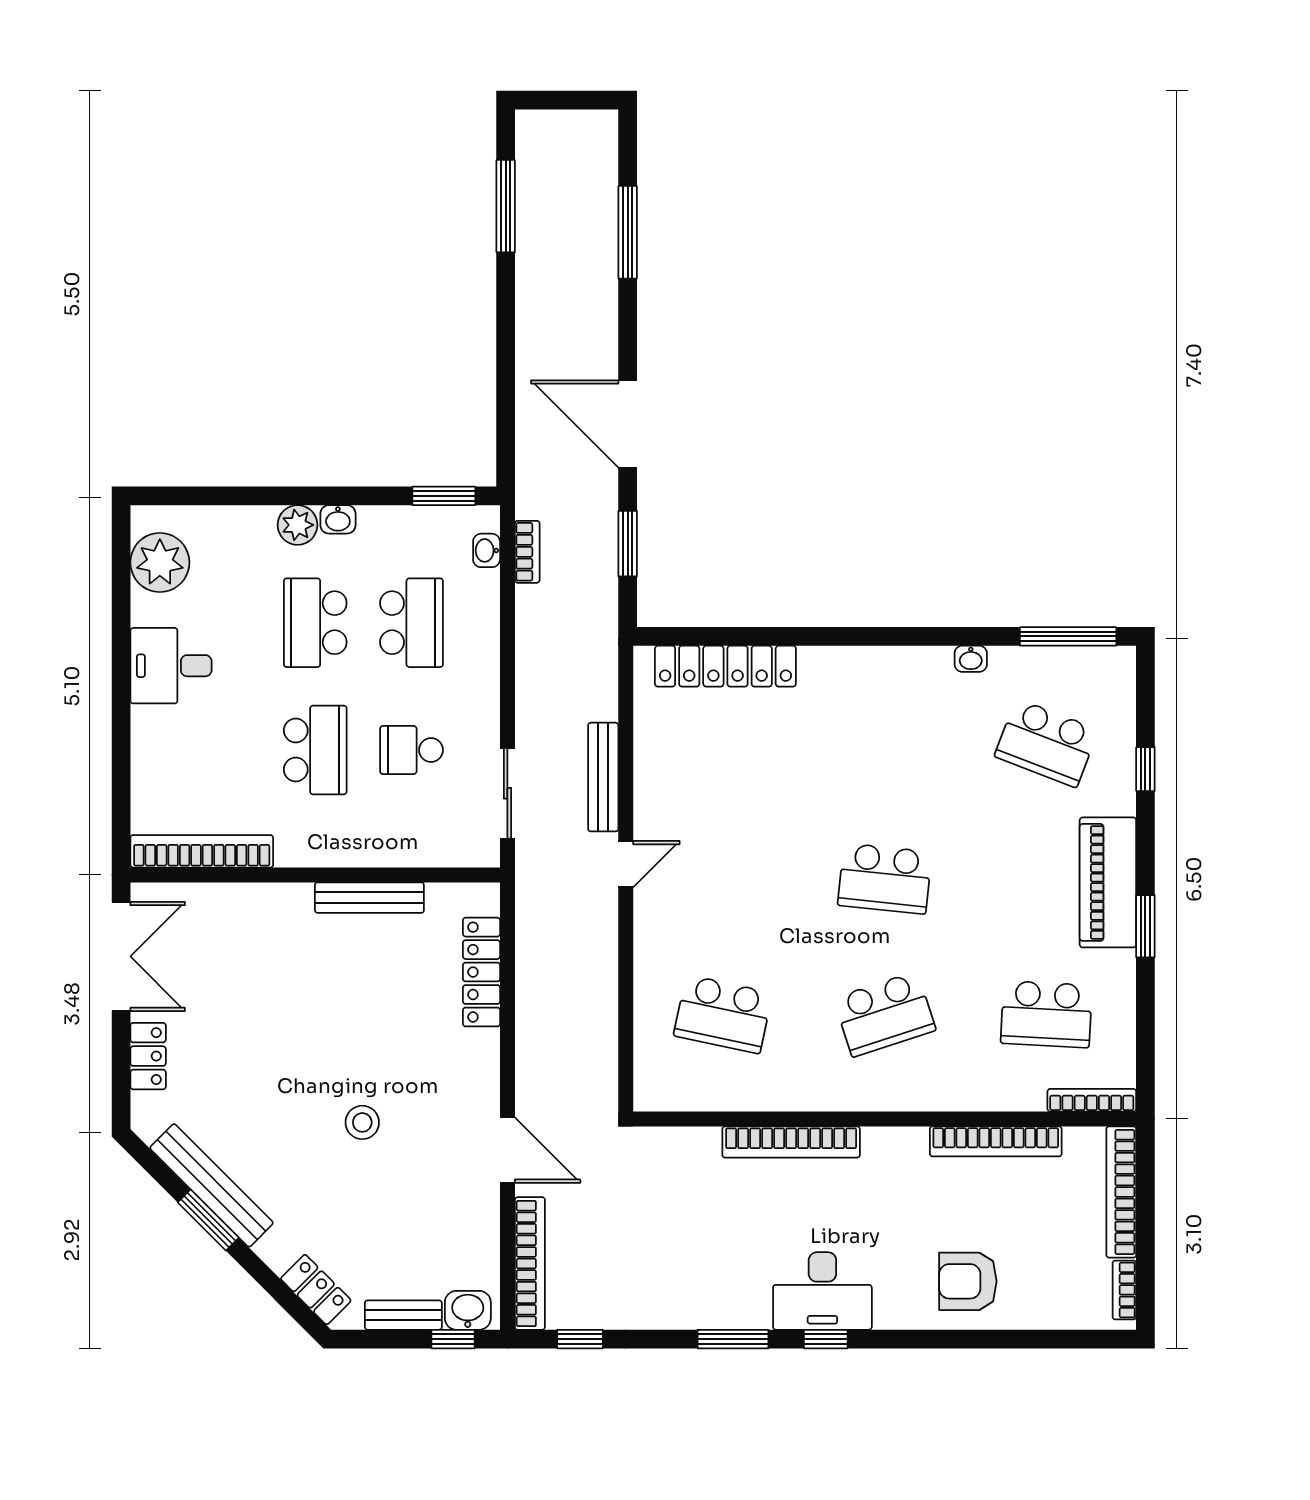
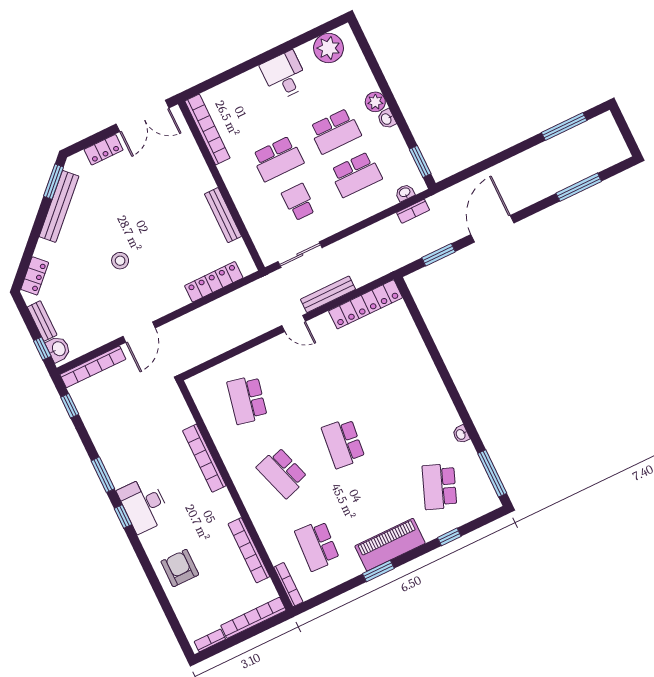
school desk: (315, 623) -> (335, 131), turned 180
locker: (725, 666) -> (366, 304), moved, turned -90
window: (208, 1220) -> (54, 182), moved

